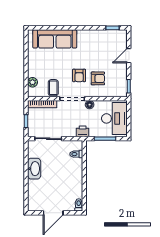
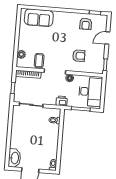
sofa: (55, 39) -> (39, 18), width x0.73
armchair: (79, 75) -> (86, 24), moved
washbasin: (34, 169) -> (14, 158), moved

